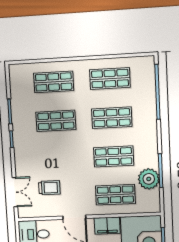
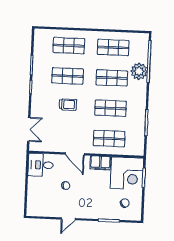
plant: (149, 179) -> (139, 71), moved
trolley: (49, 188) -> (68, 104), moved

